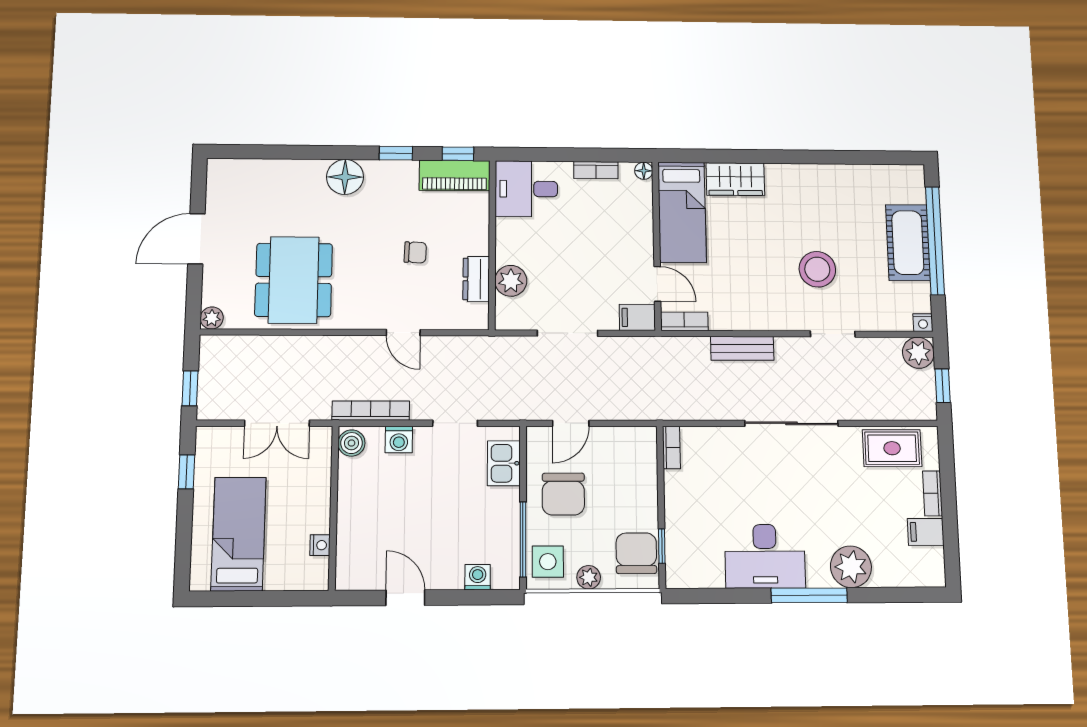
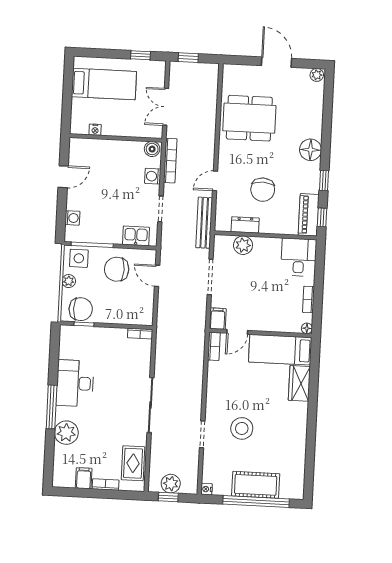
chair: (415, 252) -> (263, 190), width x1.87, depth x1.87
plant: (212, 318) -> (317, 75), moved
bench: (742, 348) -> (204, 223), moved, width x1.36
plant: (918, 353) -> (171, 484), moved

